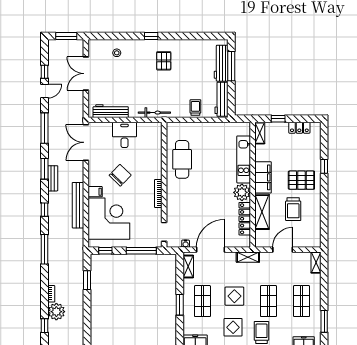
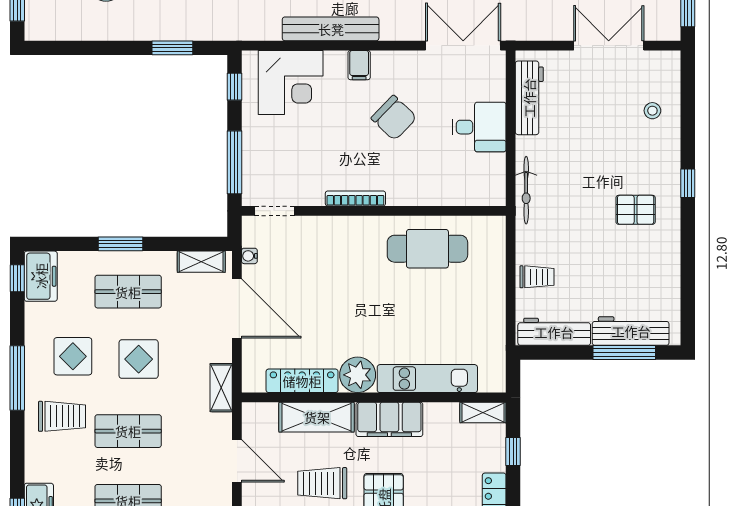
corner desk: (109, 219) -> (291, 82), width x0.74, depth x0.74

